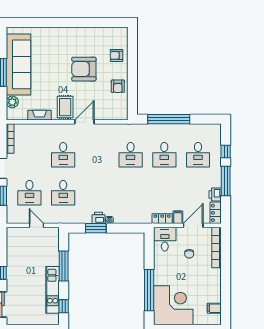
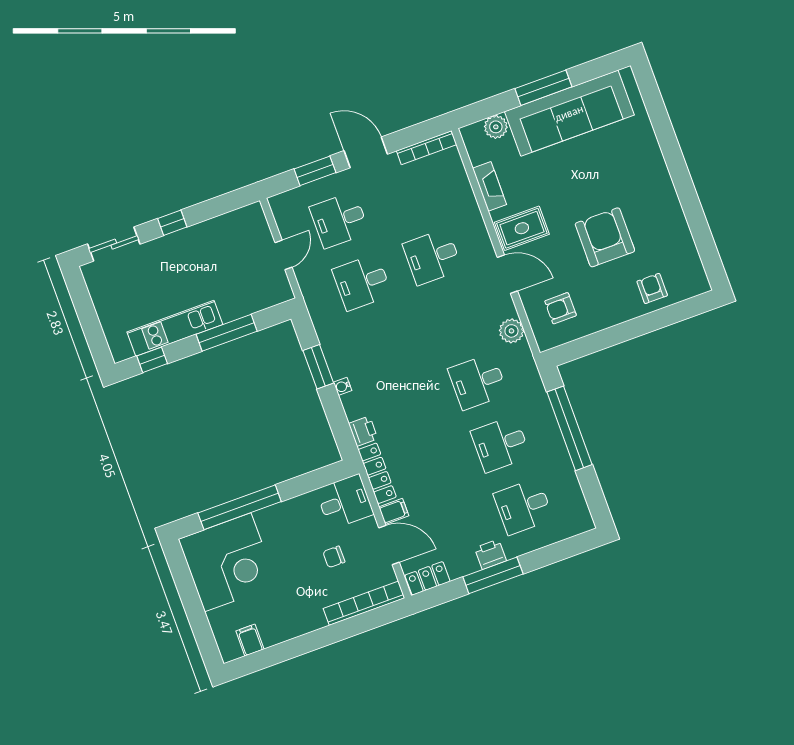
armchair: (118, 86) -> (561, 308), moved
plant: (112, 130) -> (511, 331), added
window: (226, 151) -> (548, 555), removed
printer: (215, 194) -> (490, 554), moved
printer: (98, 218) -> (363, 431), moved
locker: (162, 219) -> (377, 473), width x1.53

